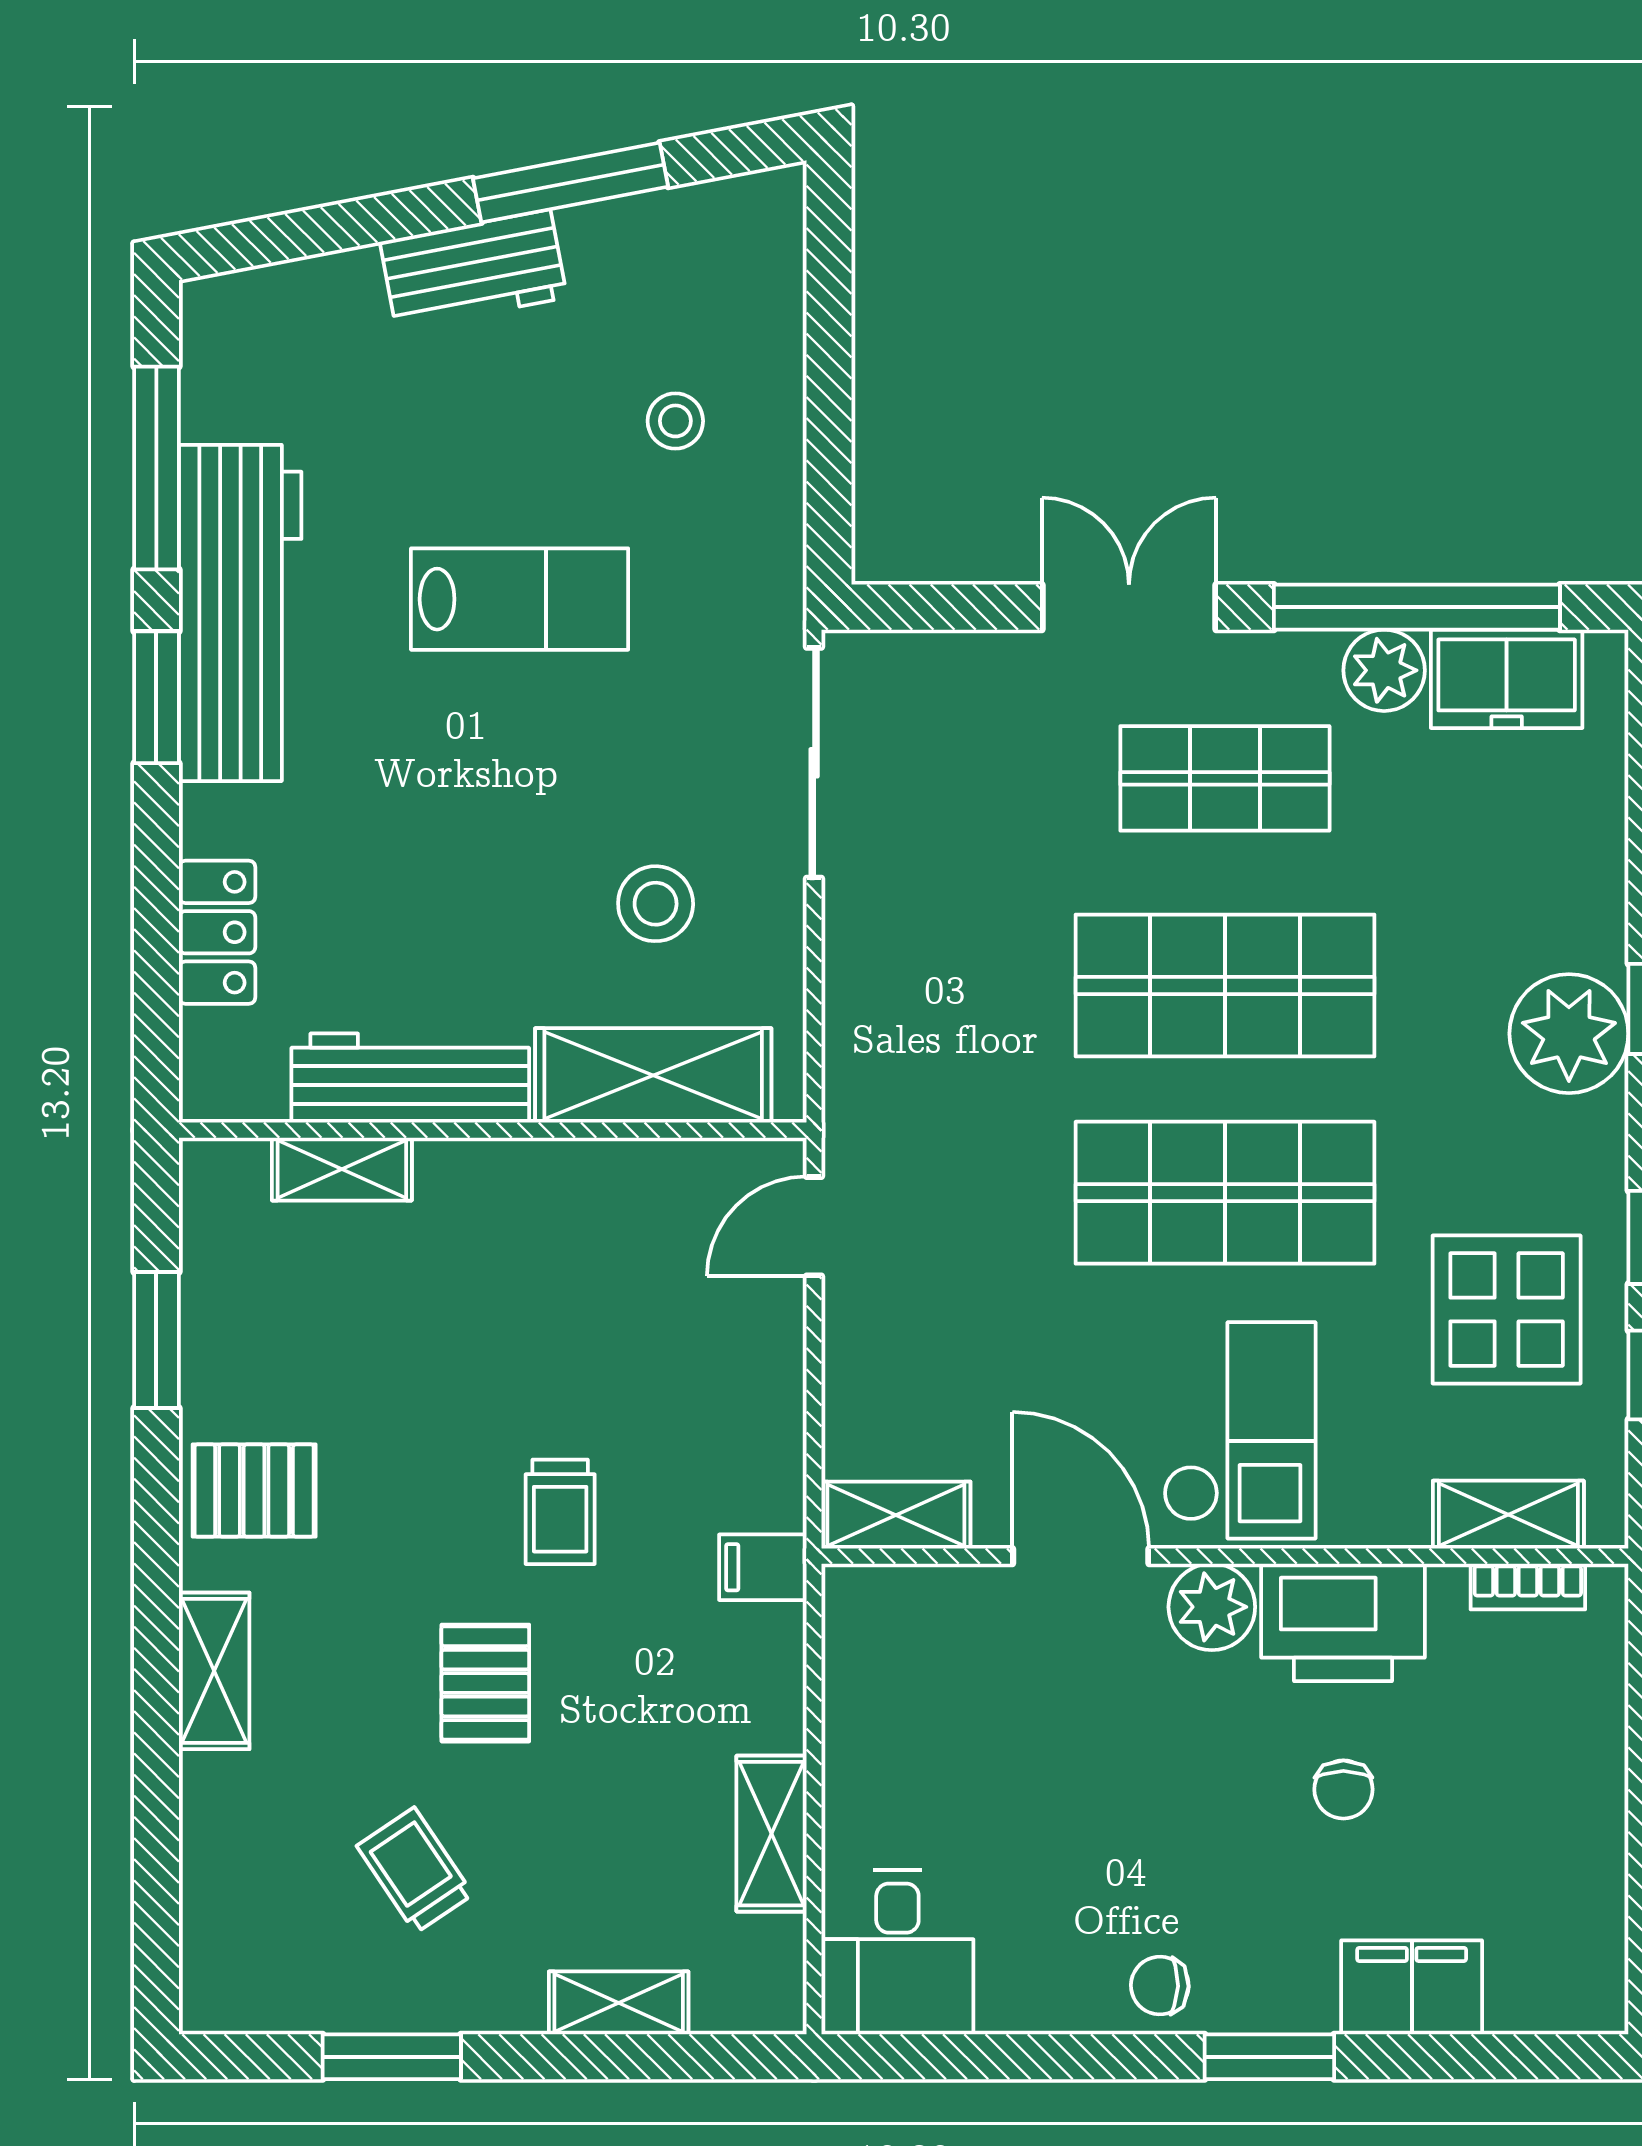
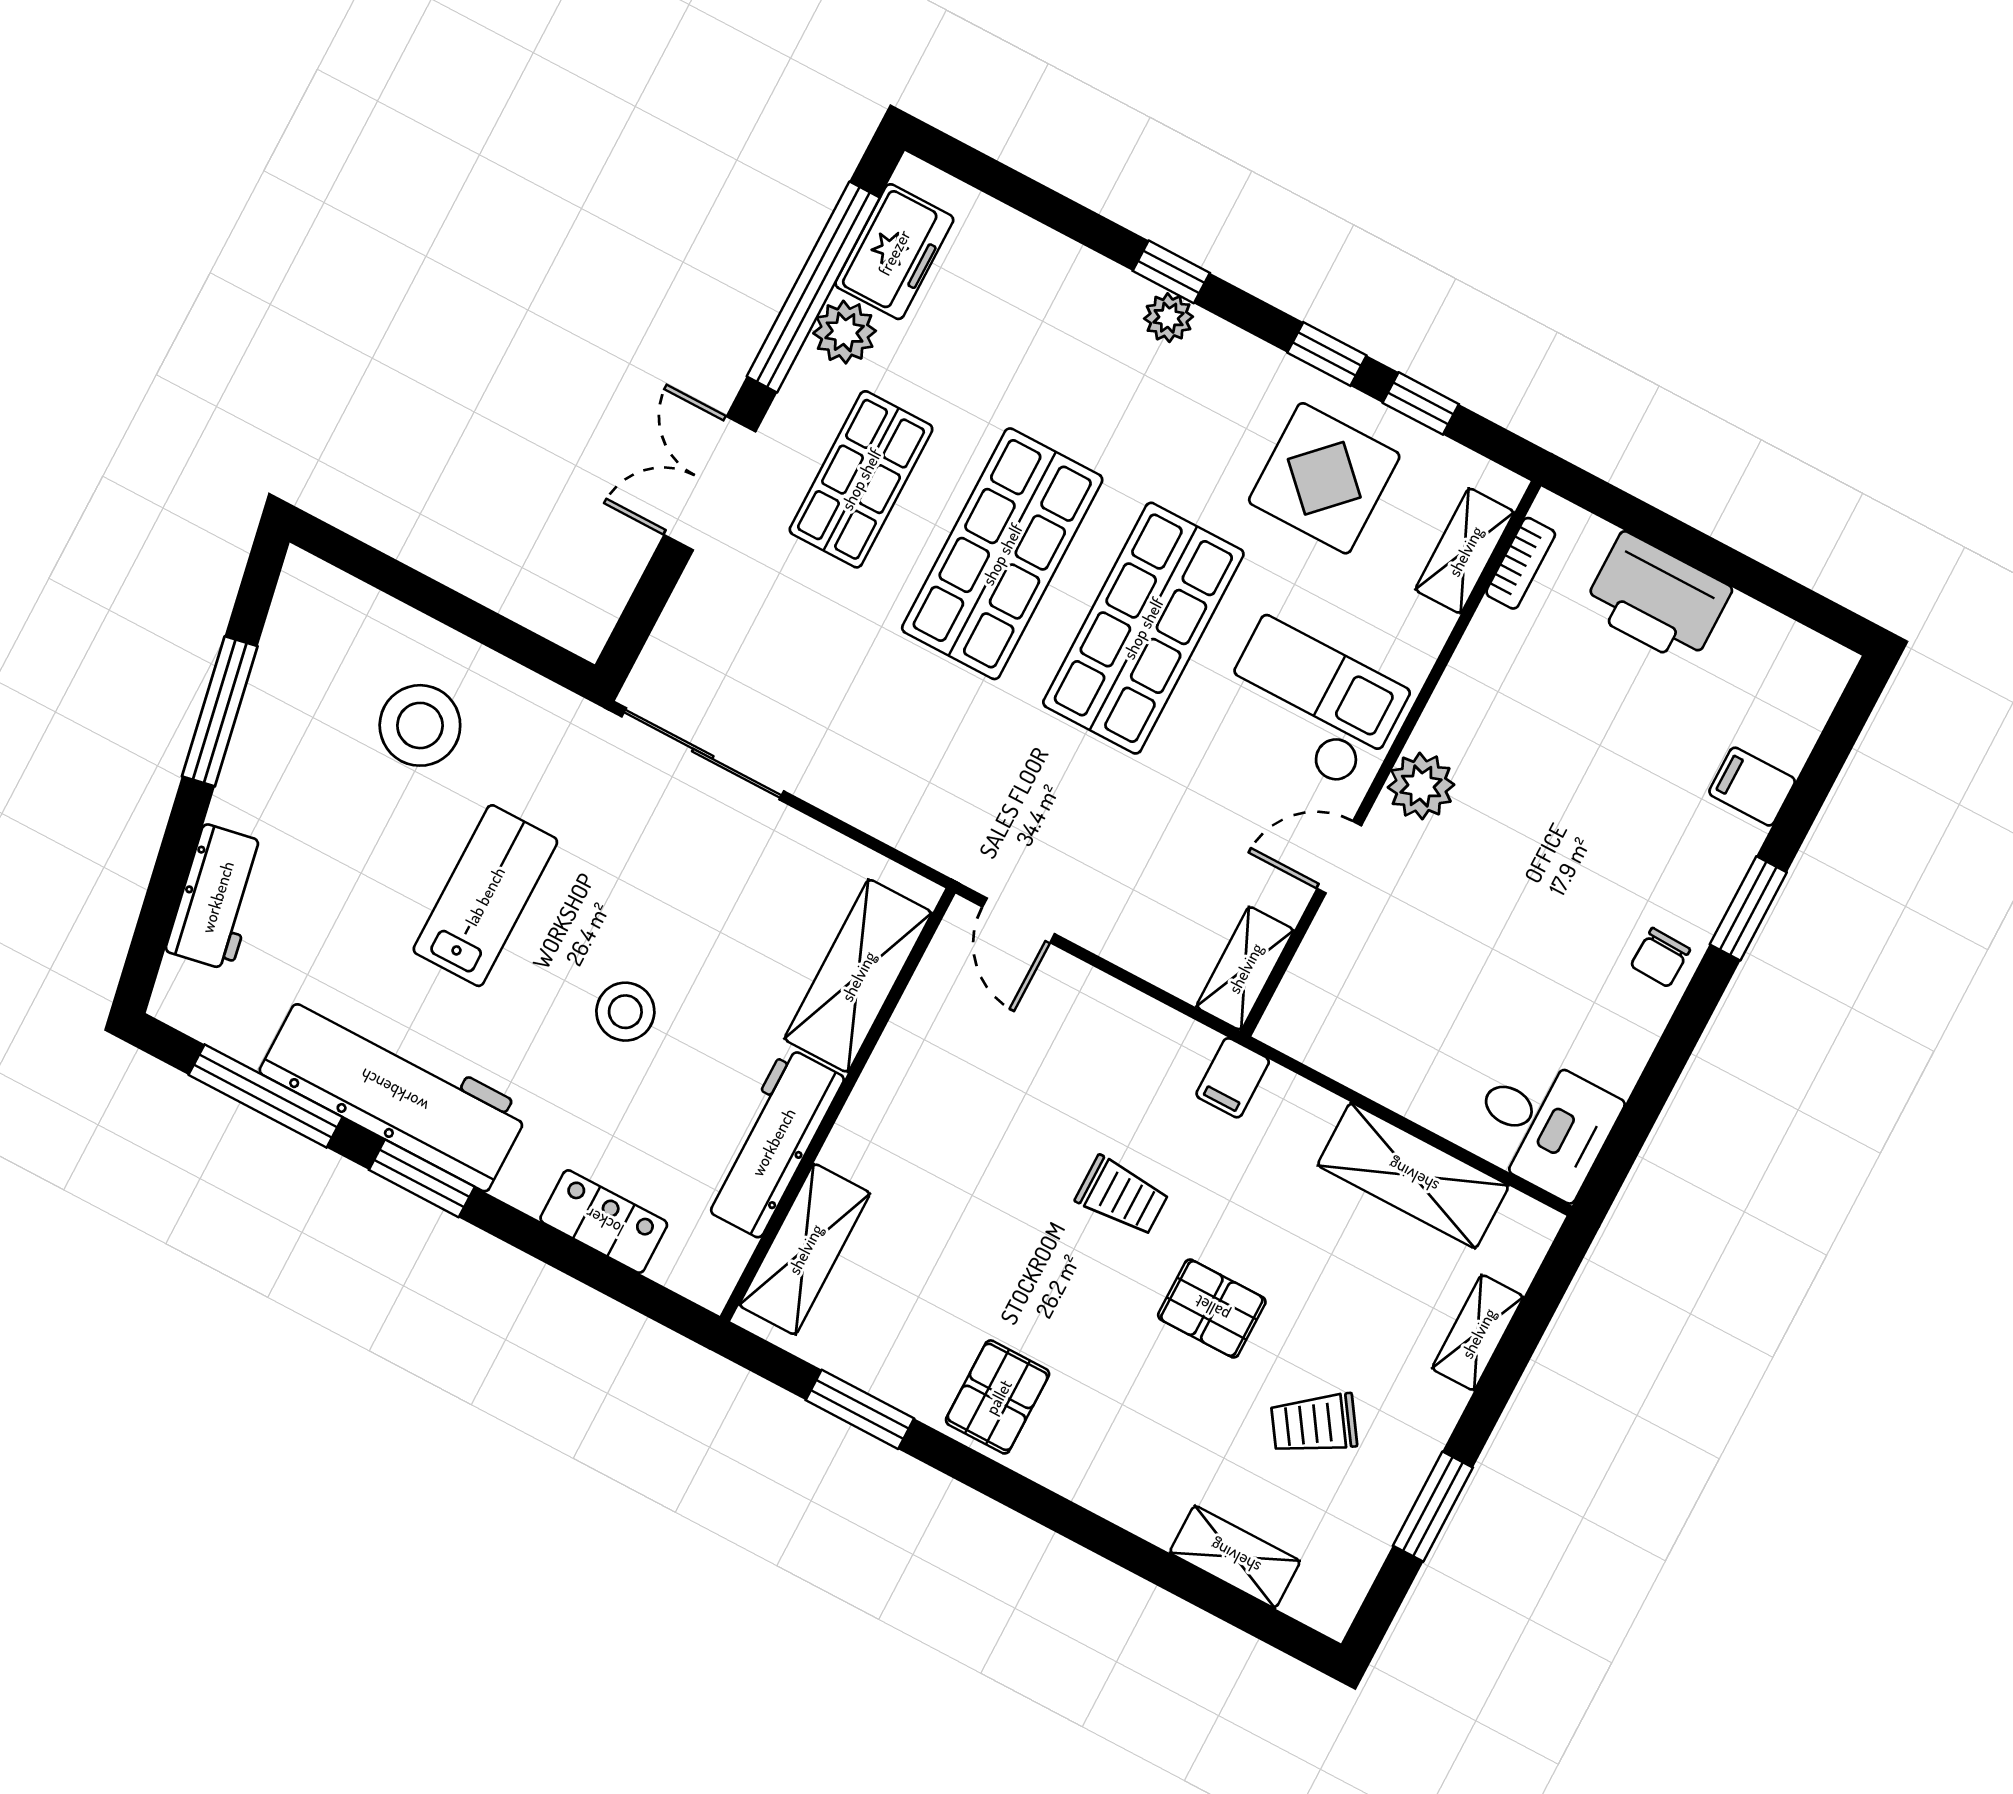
workbench: (473, 270) -> (217, 897), moved
stool: (675, 421) -> (420, 725), width x1.89, depth x1.89
stool: (656, 904) -> (625, 1012), moved
plant: (1569, 1034) -> (1169, 318), width x0.53, depth x0.53
shelving: (342, 1169) -> (805, 1249), width x1.50, depth x1.33
door: (1081, 1556) -> (1339, 857), width x0.73
printer: (1343, 1622) -> (1657, 599), moved, turned 90
shelving: (214, 1671) -> (1235, 1557), moved
chair: (1343, 1789) -> (1593, 762), removed
shelving: (771, 1834) -> (1413, 1176), width x1.50, depth x1.33
filing cabinet: (1412, 1987) -> (1752, 787), width x0.50

